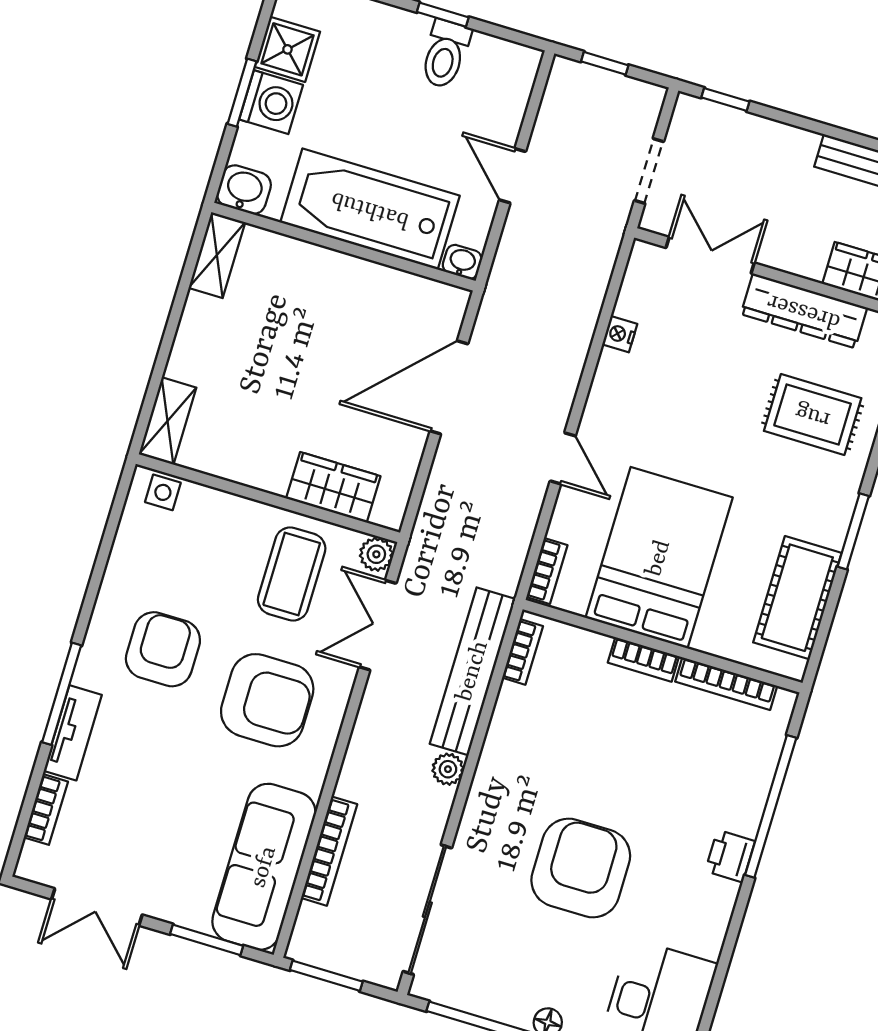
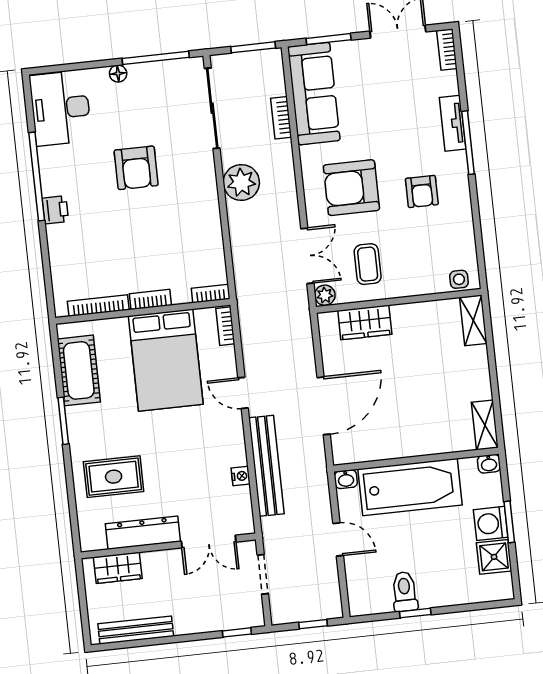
washbasin: (244, 190) -> (489, 464), width x0.72, depth x0.69
coffee table: (292, 574) -> (368, 264), width x0.73, depth x0.77
armchair: (163, 649) -> (422, 191), width x0.72, depth x0.72
bookcase: (523, 652) -> (211, 294), moved, turned 90
bench: (473, 671) -> (266, 466), moved
plant: (448, 769) -> (241, 182), width x1.88, depth x1.88
window: (771, 806) -> (37, 176), moved
bookcase: (46, 809) -> (447, 49), moved
bookcase: (329, 851) -> (281, 118), width x0.64
armchair: (581, 868) -> (136, 168), width x0.73, depth x0.73

